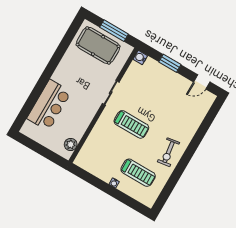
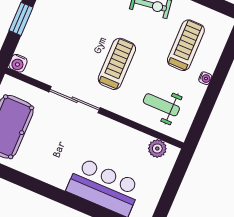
sliding door: (111, 93) -> (75, 100), width x1.37
weight bench: (100, 151) -> (161, 105), added

